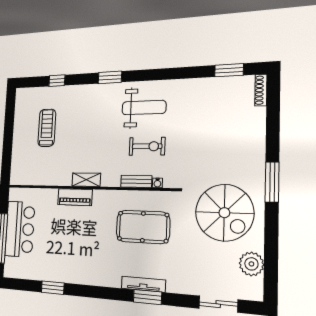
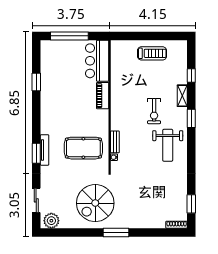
treadmill: (47, 128) -> (152, 53), moved
exercise bike: (147, 146) -> (154, 111), moved
shelving: (86, 180) -> (182, 96), moved
pool table: (143, 227) -> (83, 148), turned 90
bar counter: (20, 229) -> (97, 61), moved, turned 90
plant: (251, 264) -> (51, 221), moved

